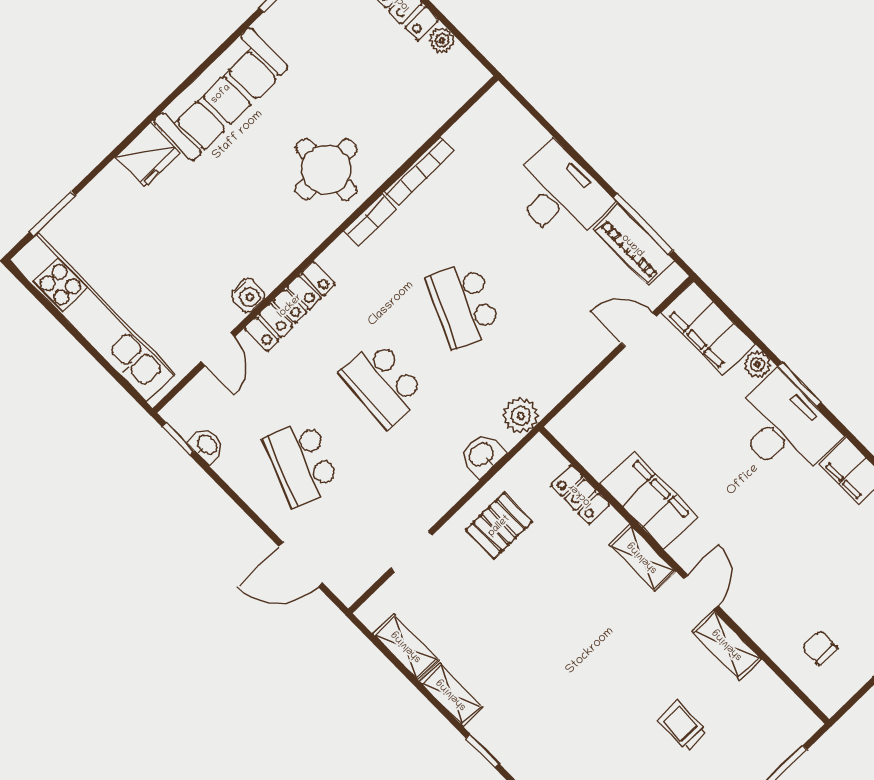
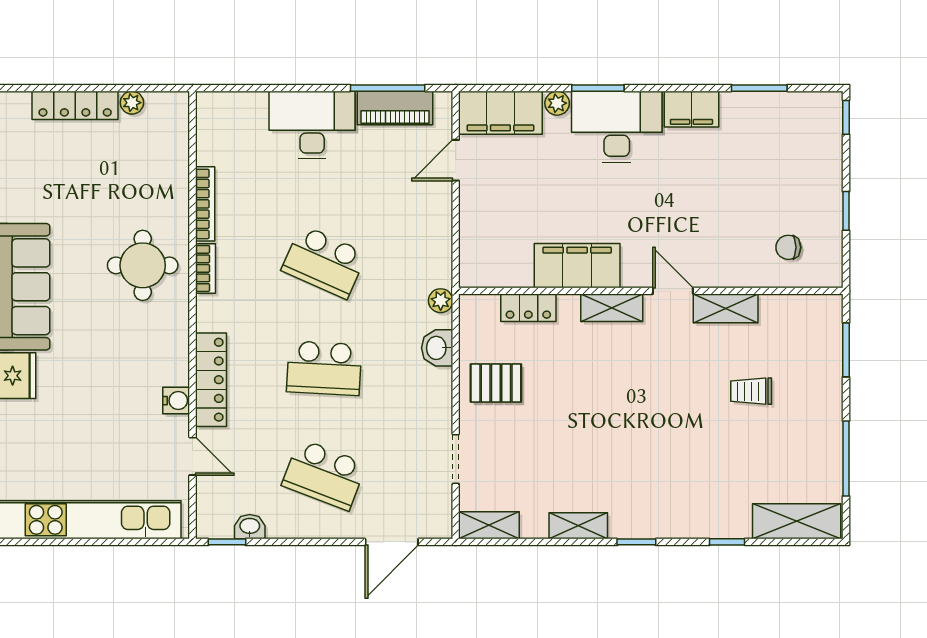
plant: (521, 416) -> (441, 301), width x0.73, depth x0.73
pallet: (499, 526) -> (496, 383), turned 90
shelving: (406, 647) -> (489, 525), moved

